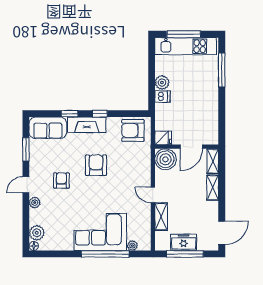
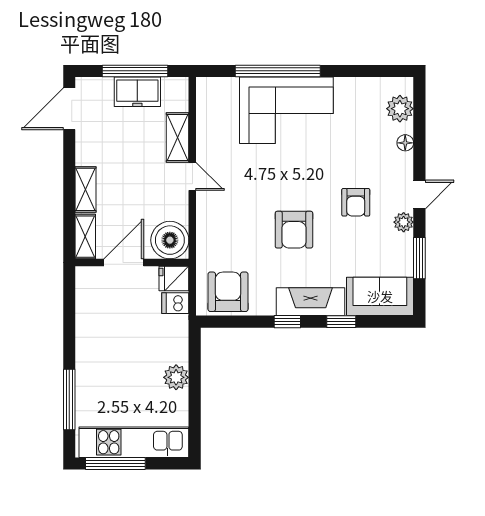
window: (184, 34) -> (115, 464), moved
dishwasher: (162, 96) -> (175, 303), moved
armchair: (133, 130) -> (228, 292), turned -90
plant: (35, 203) -> (404, 222), moved
floor lamp: (34, 246) -> (405, 143), moved
plant: (132, 246) -> (229, 86), removed

